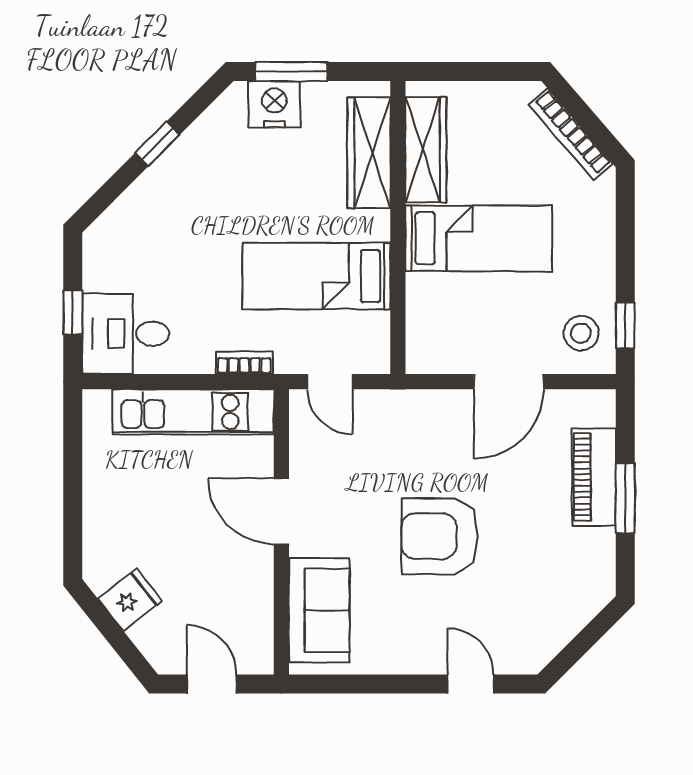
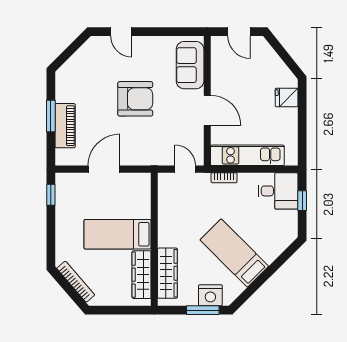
window: (157, 144) -> (264, 277), removed
bed: (316, 276) -> (234, 253), moved, turned -135
stool: (581, 333) -> (71, 191), removed
fridge: (130, 600) -> (287, 97), moved, turned 39

